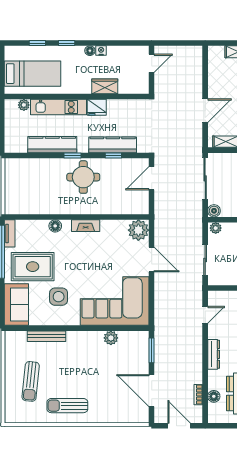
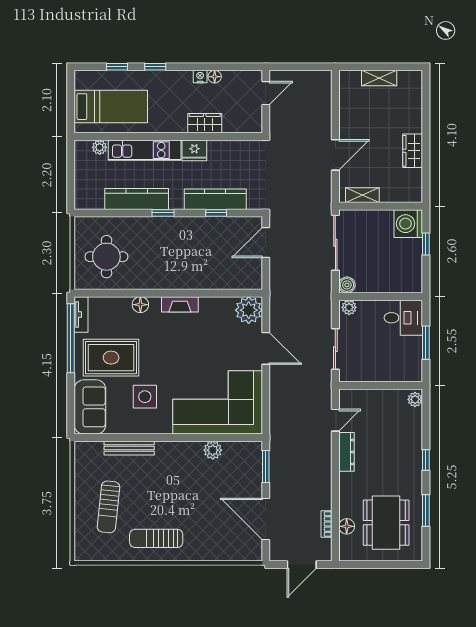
floor lamp: (90, 51) -> (215, 77), moved
round table: (83, 177) -> (106, 257), moved
dresser: (214, 354) -> (346, 452), moved
door: (179, 426) -> (302, 565), swing flipped

